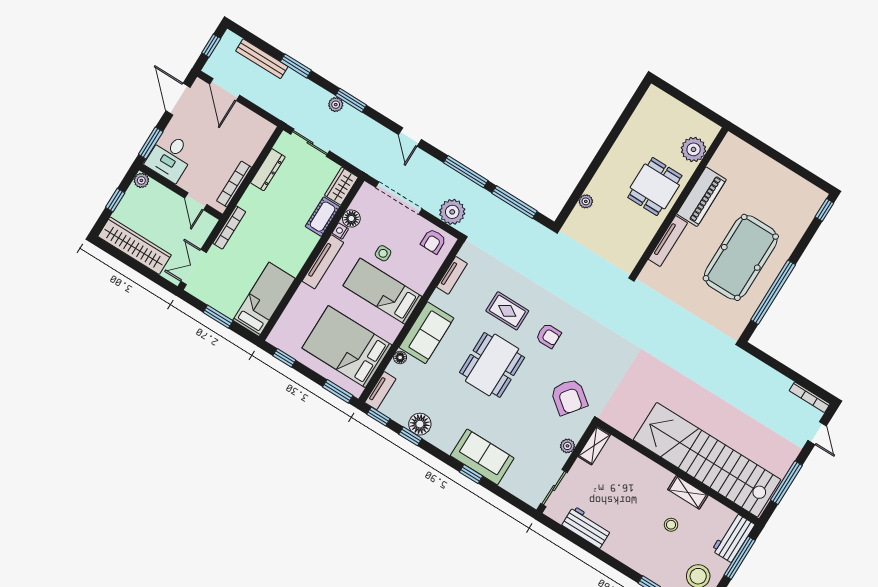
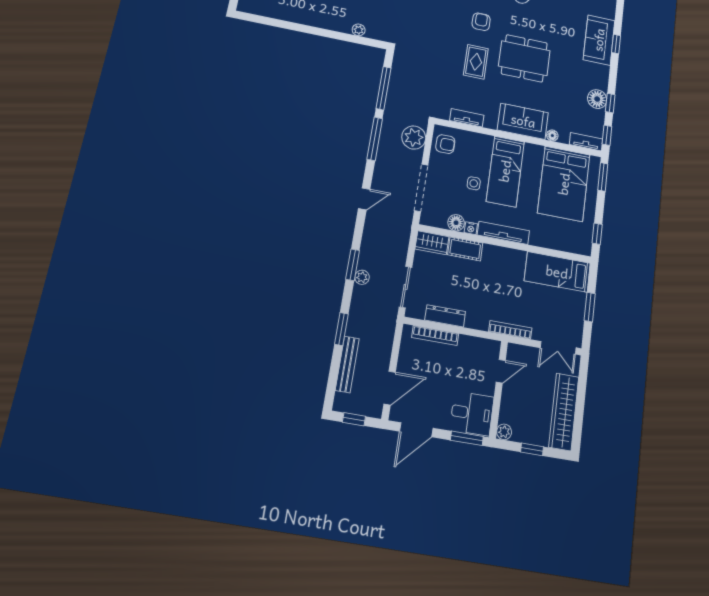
bookcase: (234, 184) -> (435, 336), moved

